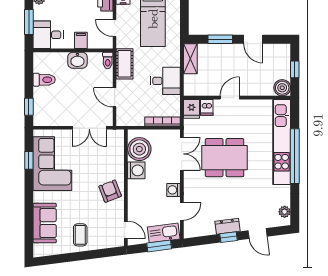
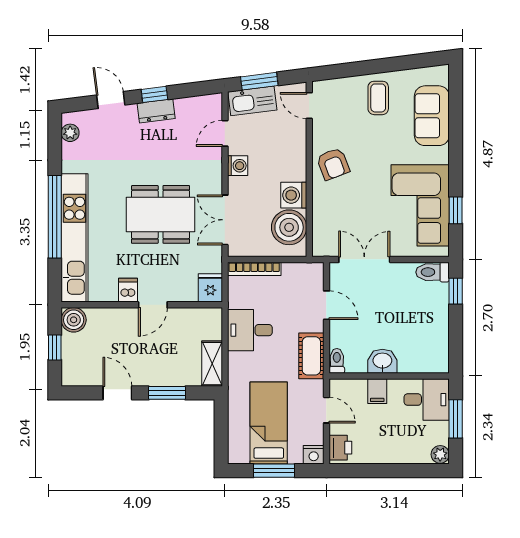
toilet: (44, 80) -> (433, 272), moved
dishwasher: (207, 107) -> (128, 290), moved

